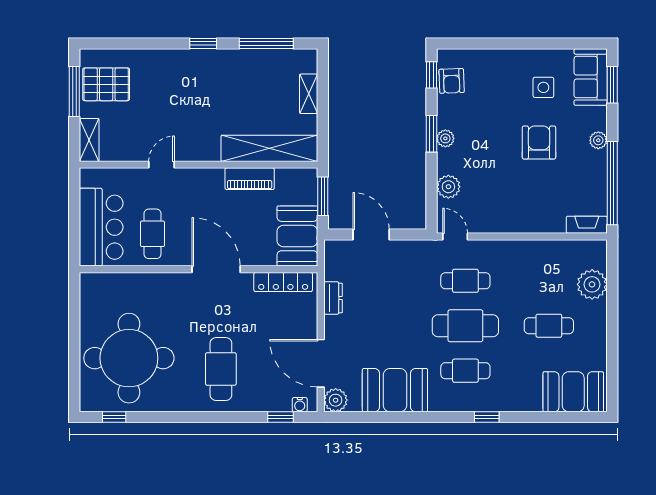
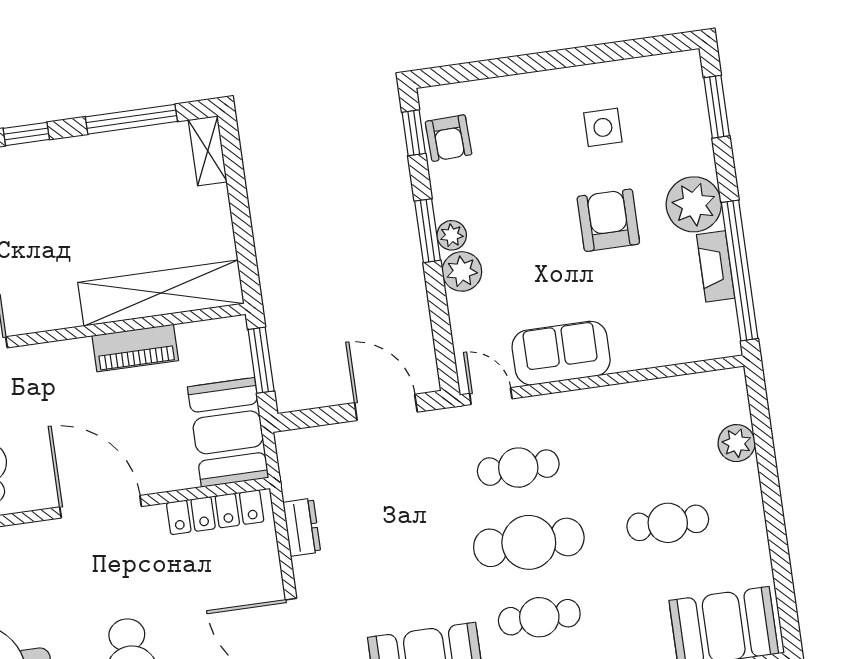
sofa: (591, 77) -> (561, 353), moved, turned 90
shelving: (309, 94) -> (208, 151), moved
plant: (598, 140) -> (694, 204), width x1.87, depth x1.87
plant: (448, 187) -> (462, 271), moved
fireplace: (587, 225) -> (716, 266), moved, turned -90
door: (371, 234) -> (386, 407), moved
plant: (592, 284) -> (737, 443), width x0.73, depth x0.73

